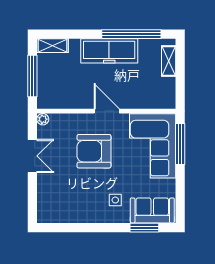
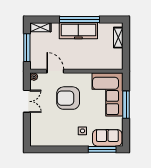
window: (131, 34) -> (80, 20), moved
door: (107, 111) -> (55, 71), moved
window: (180, 144) -> (126, 105), moved
window: (144, 228) -> (102, 149), width x1.44

